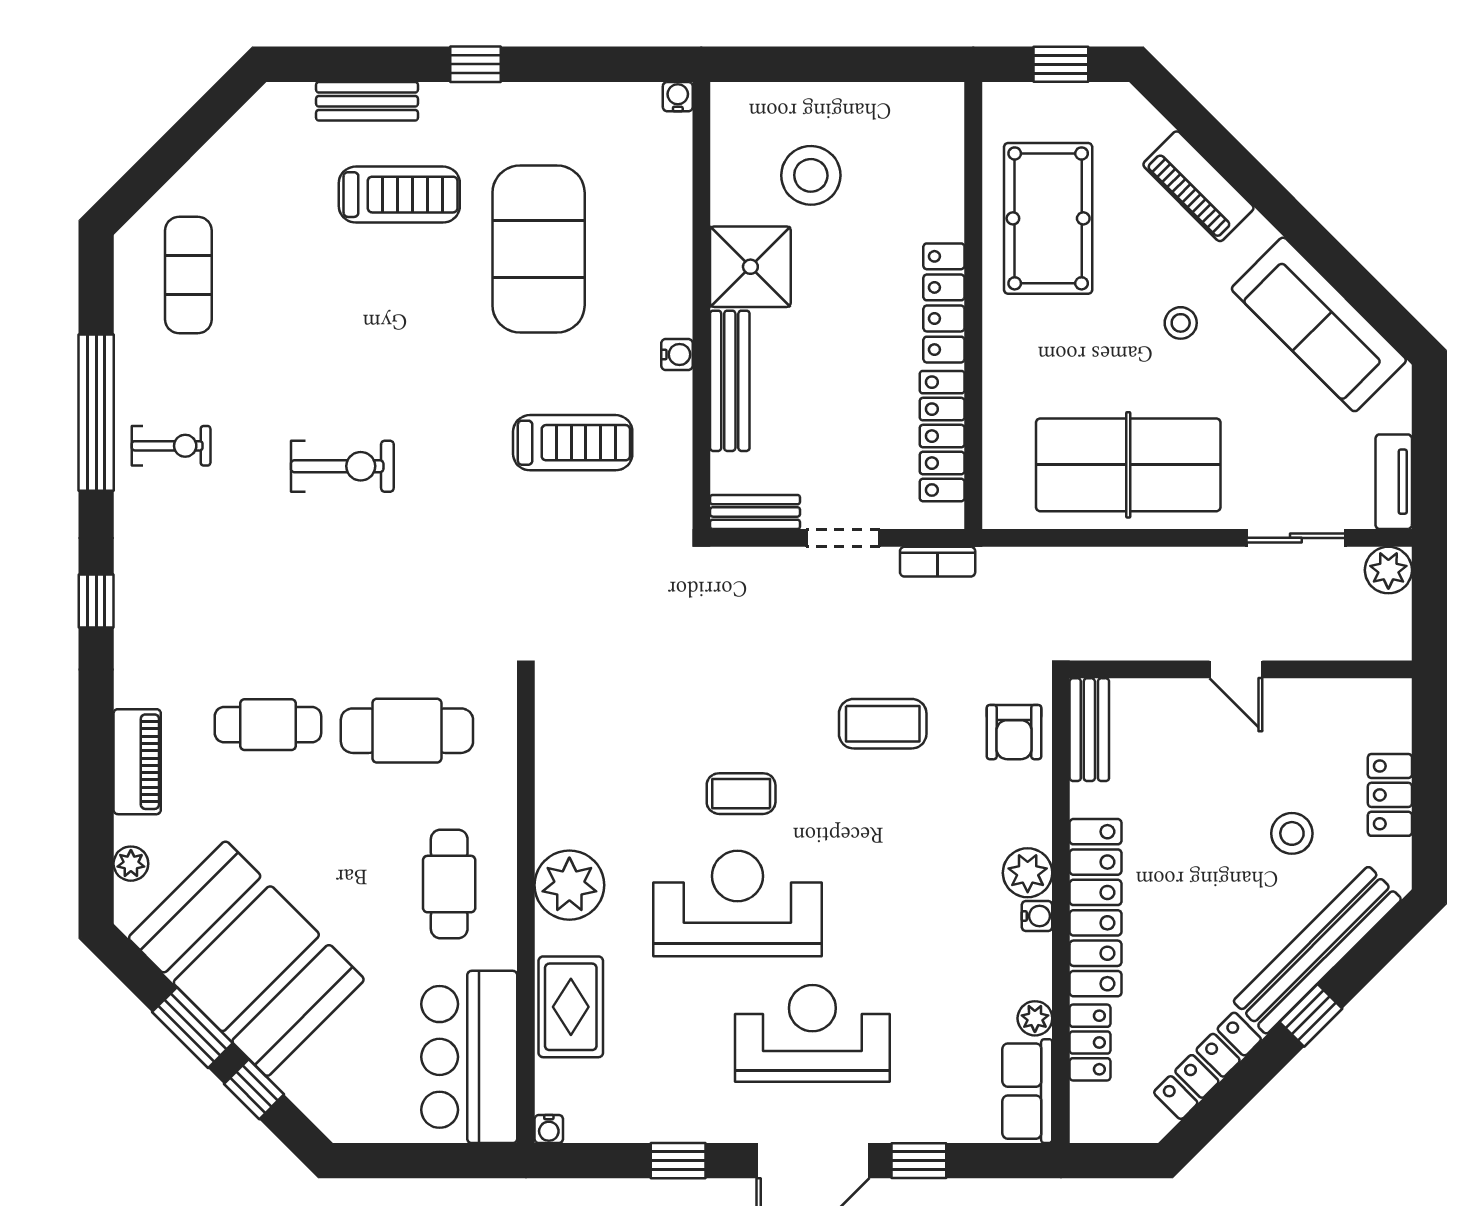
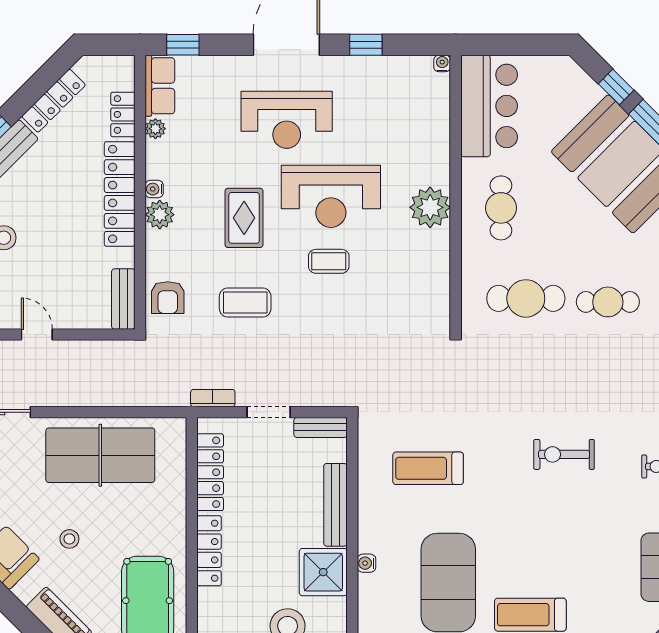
water cooler: (677, 354) -> (367, 563), moved
armchair: (1014, 732) -> (168, 298), turned 180
rug: (571, 1007) -> (244, 218), moved
window: (919, 1161) -> (183, 45), moved

